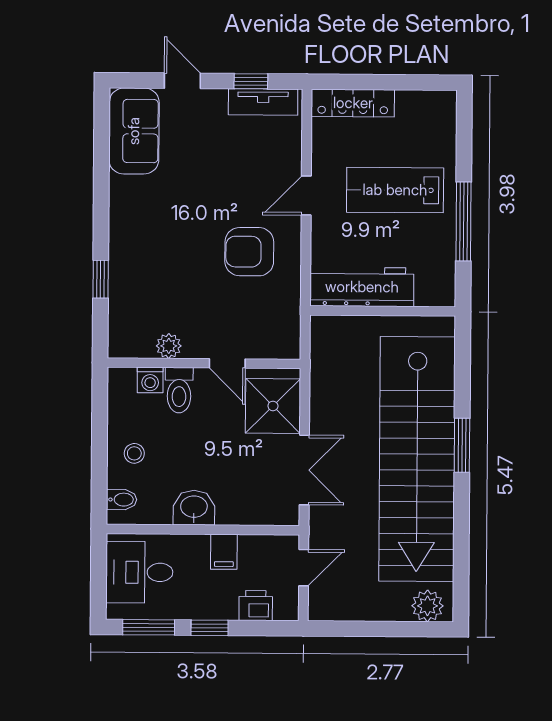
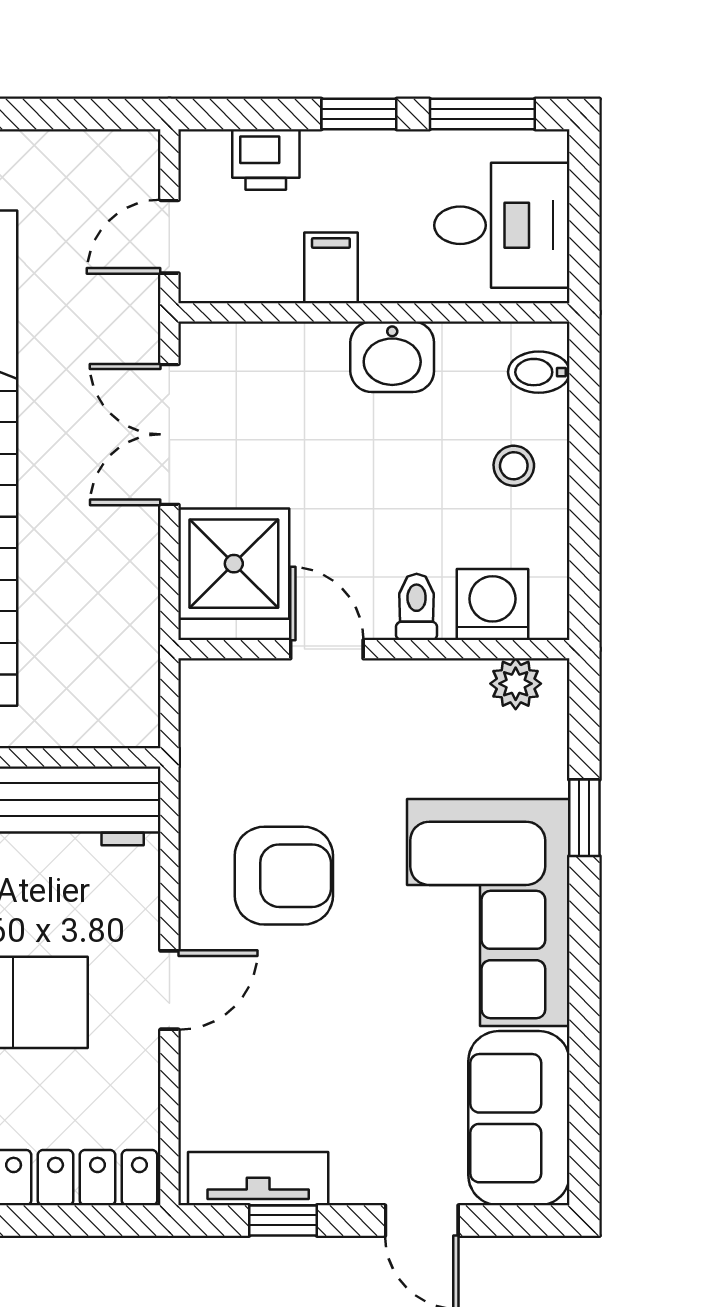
corner sofa: (148, 233) -> (488, 912), added
plant: (169, 346) -> (516, 684), moved
washing machine: (150, 380) -> (493, 605), width x1.38, depth x1.38
toilet: (179, 390) -> (417, 607), width x0.73, depth x0.72

